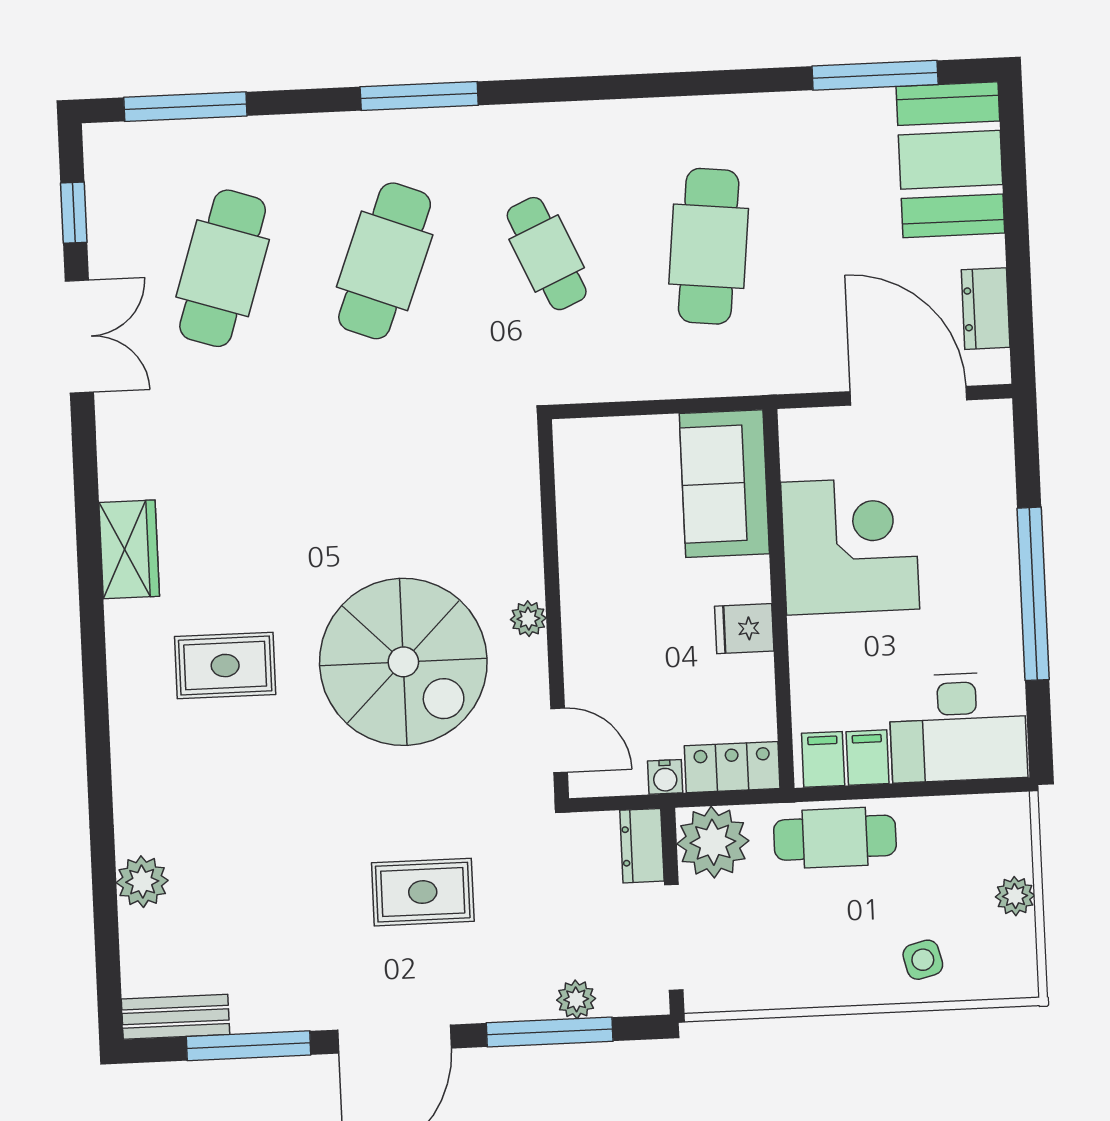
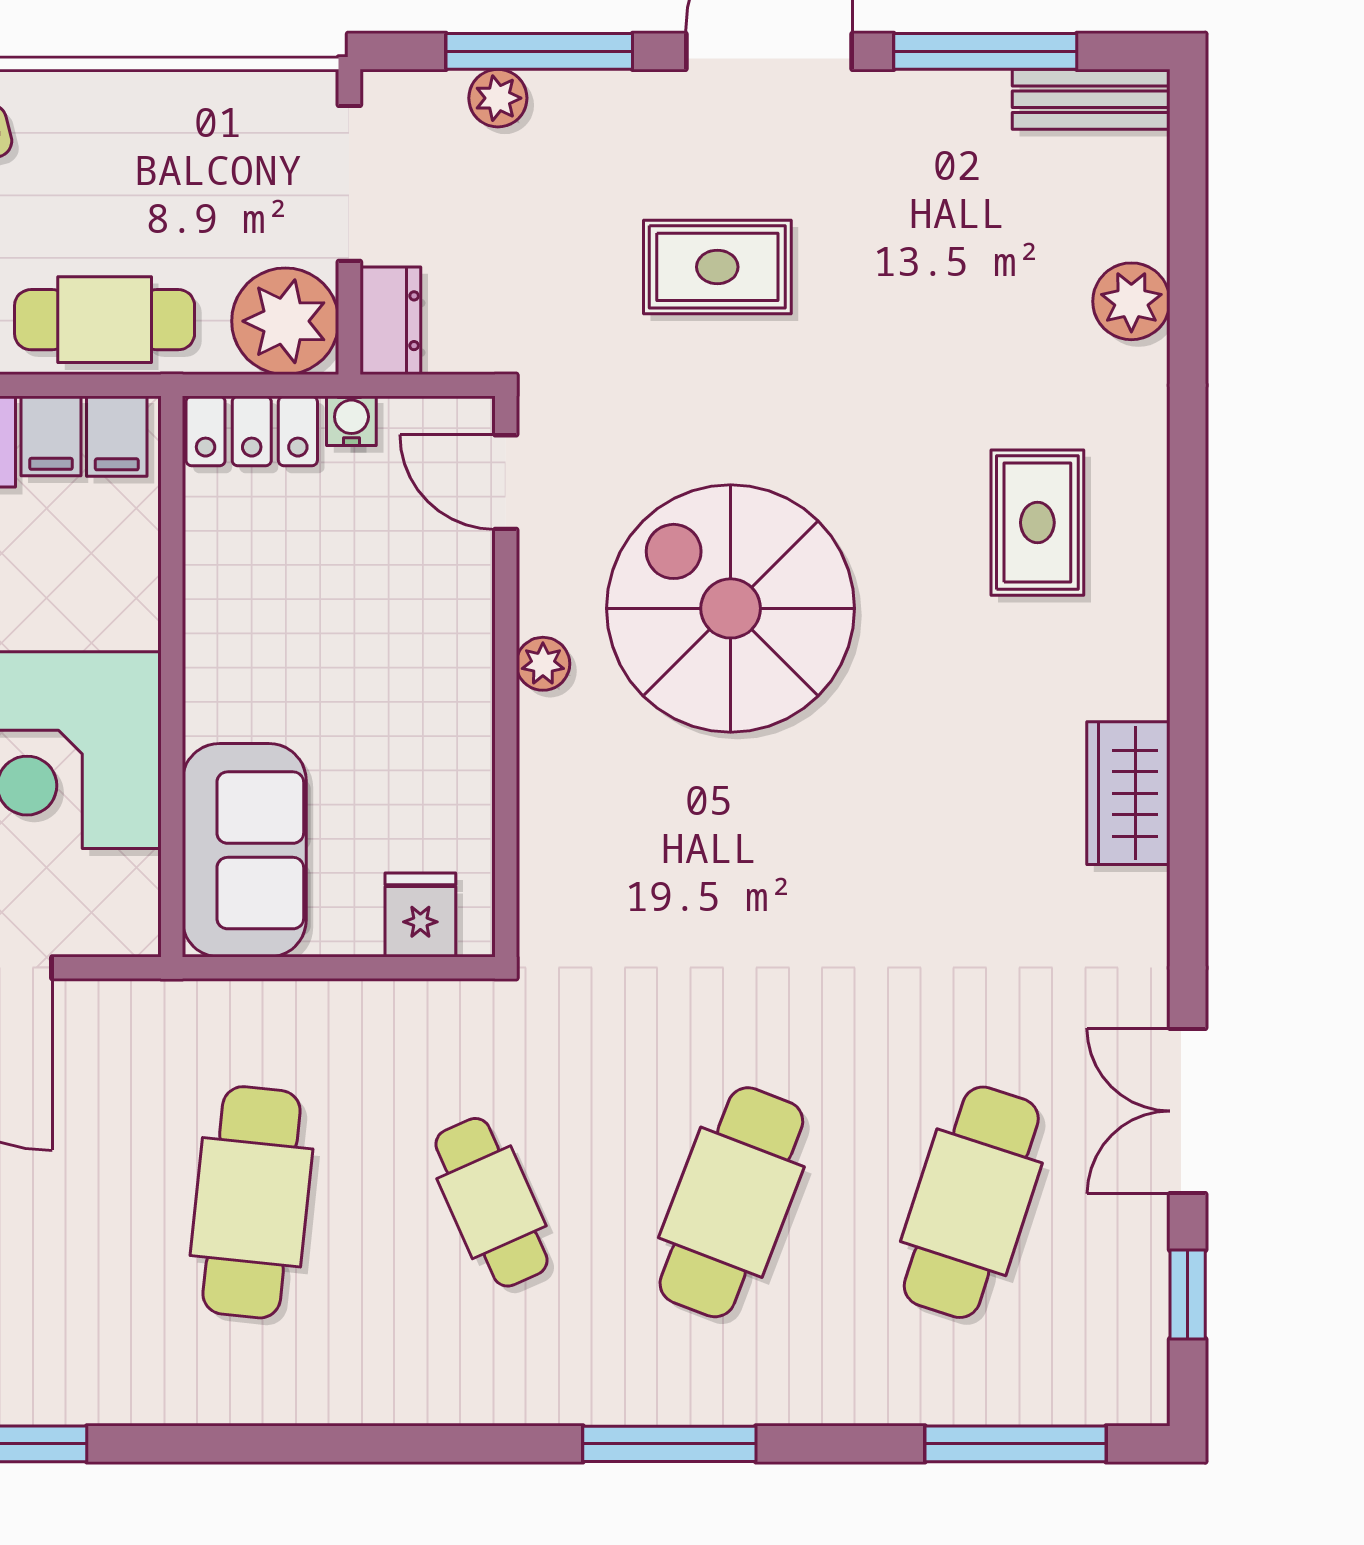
fridge: (744, 629) -> (420, 915), moved, turned -90
rug: (225, 666) -> (1037, 523), moved, turned 90

